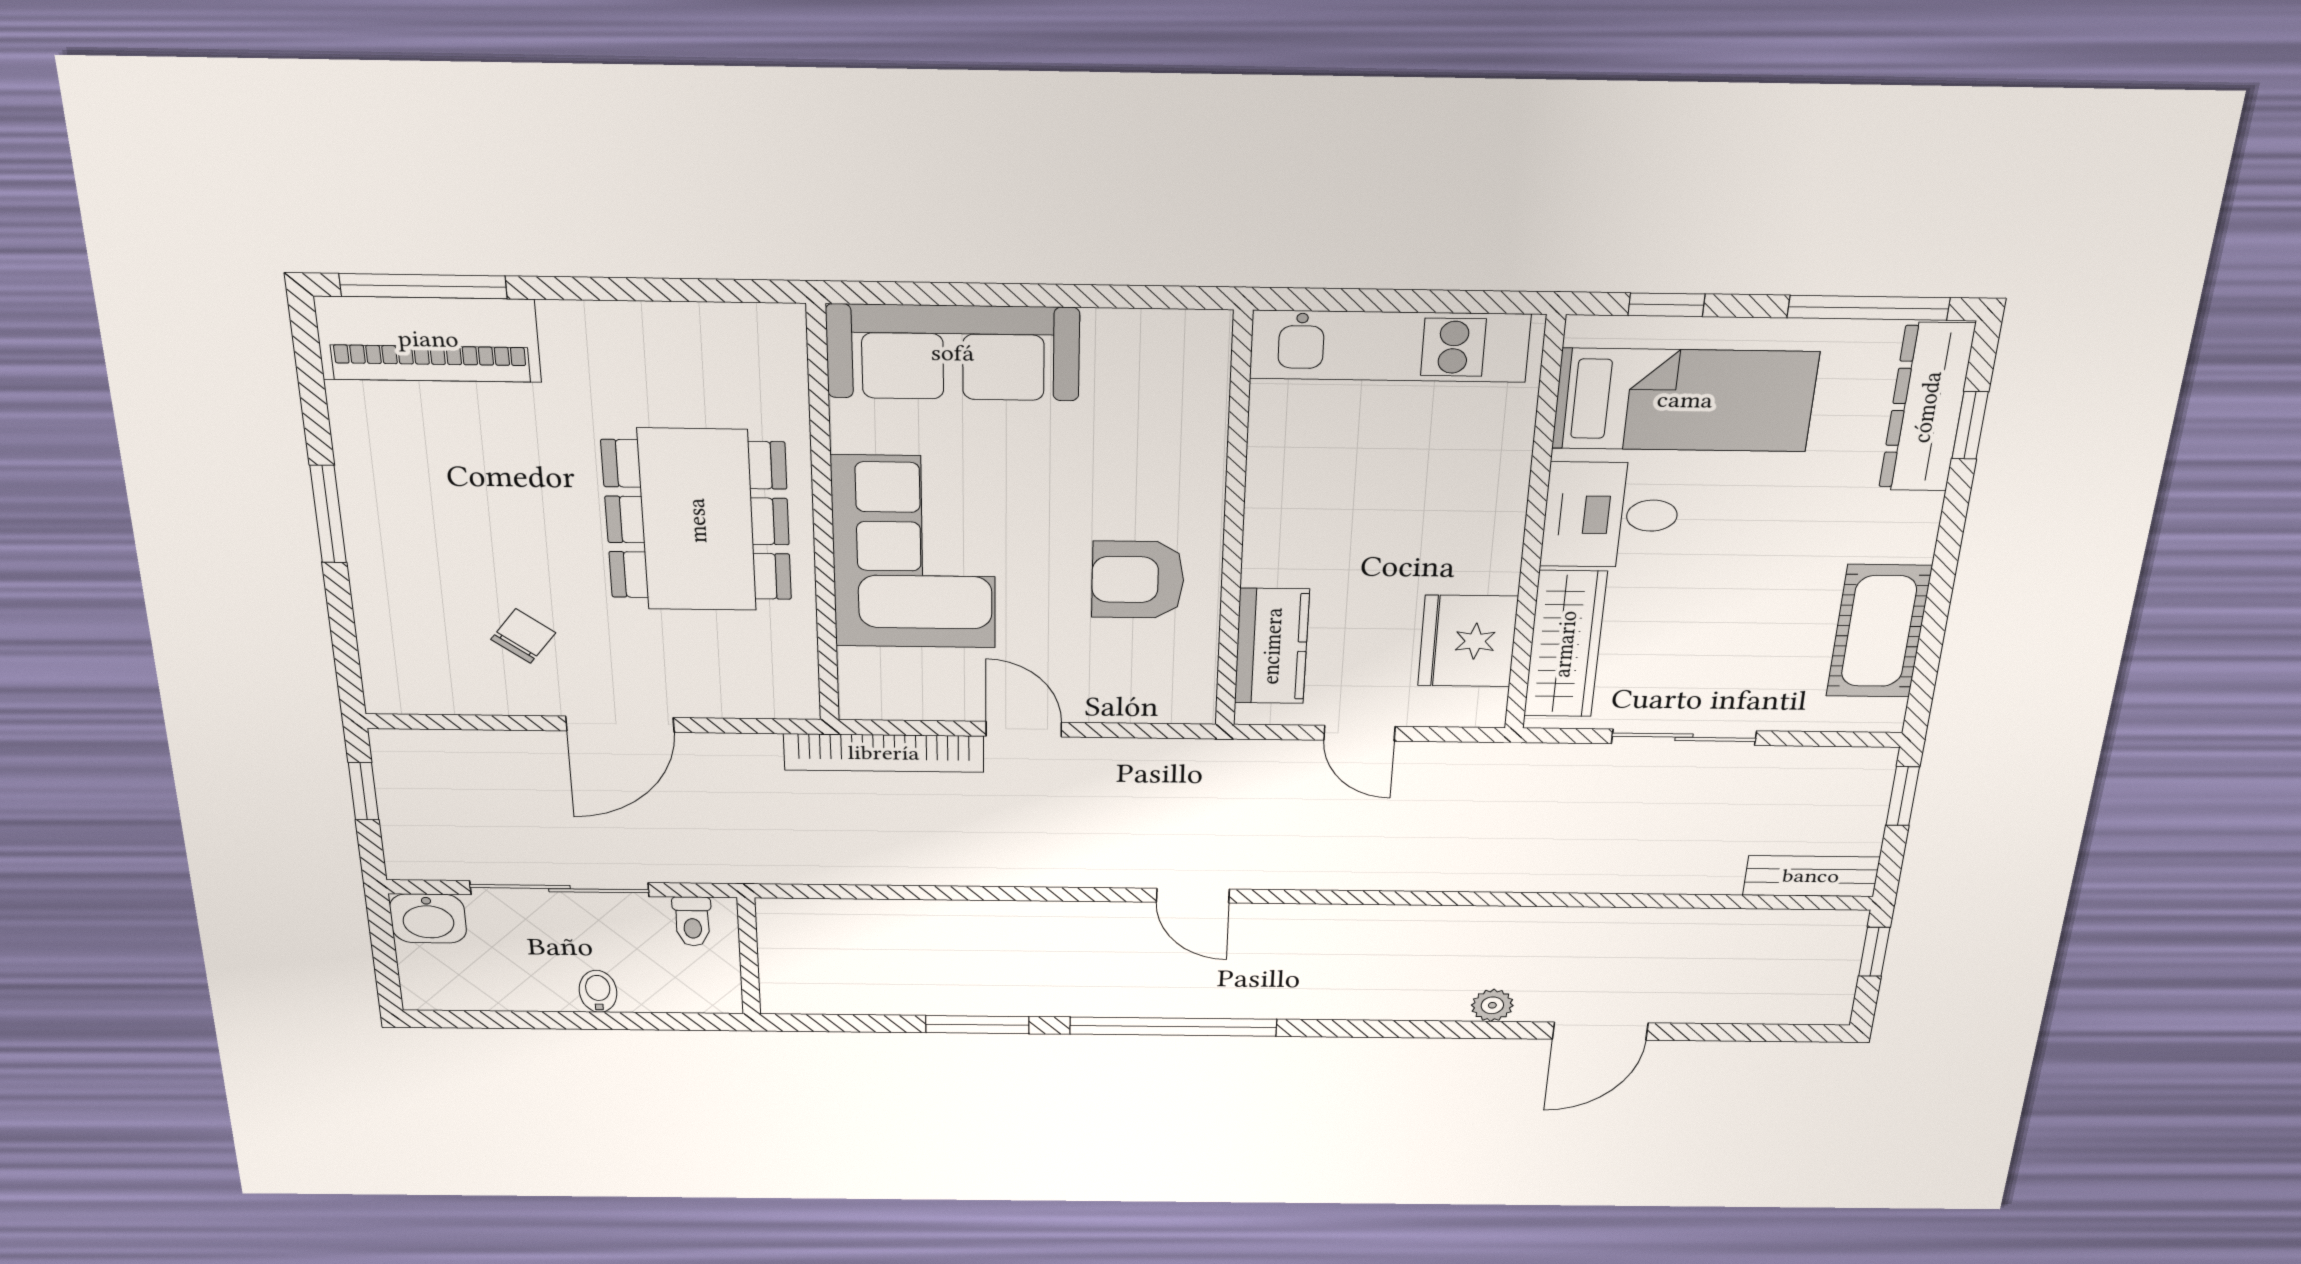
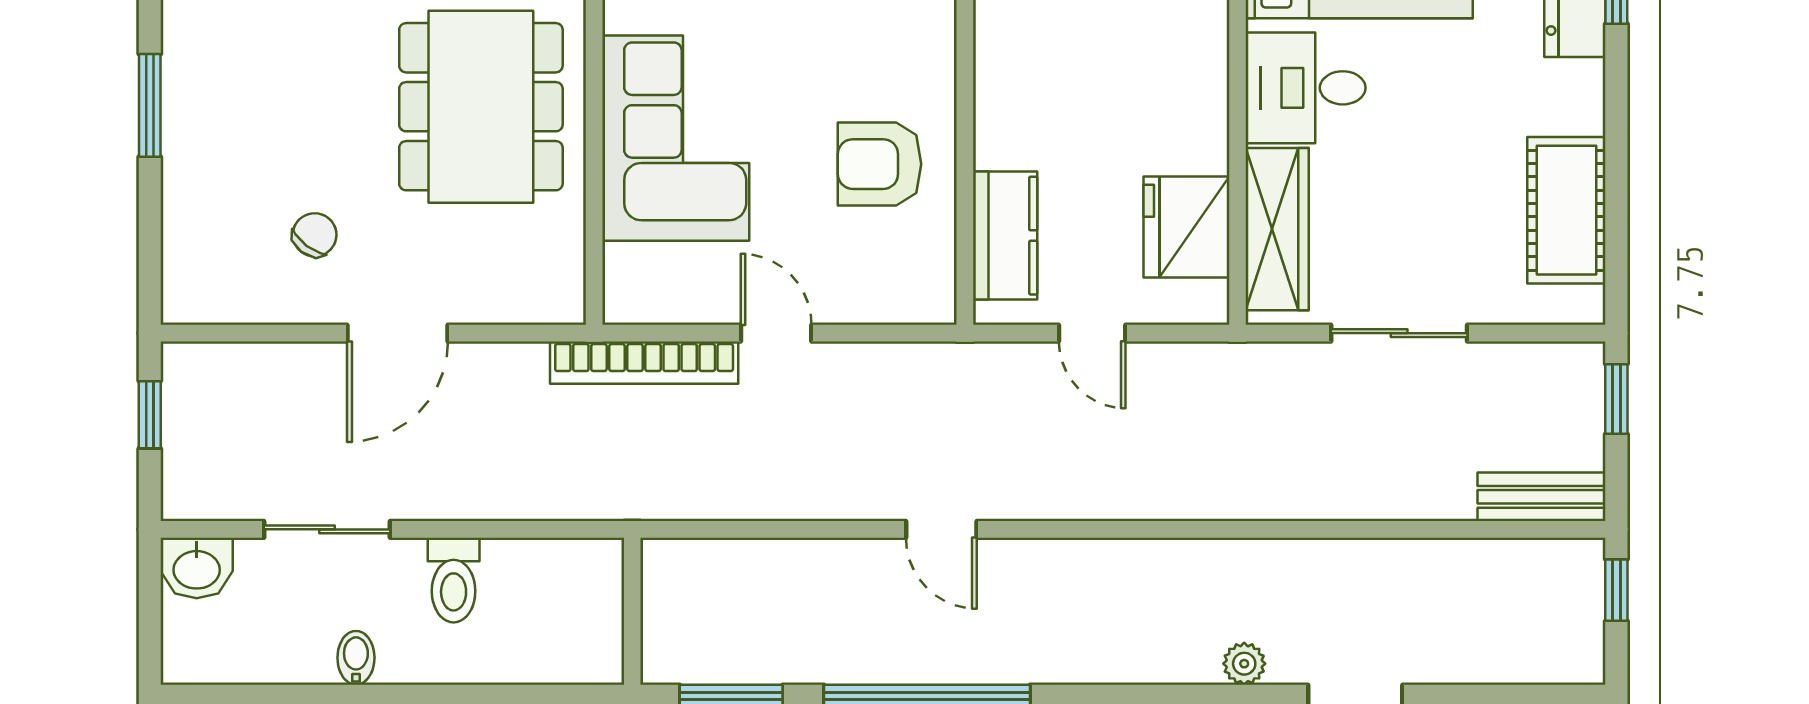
sliding door: (559, 889) -> (327, 529), width x0.73
toilet: (692, 922) -> (454, 580), width x1.37, depth x1.39
wall: (749, 956) -> (632, 611), moved

